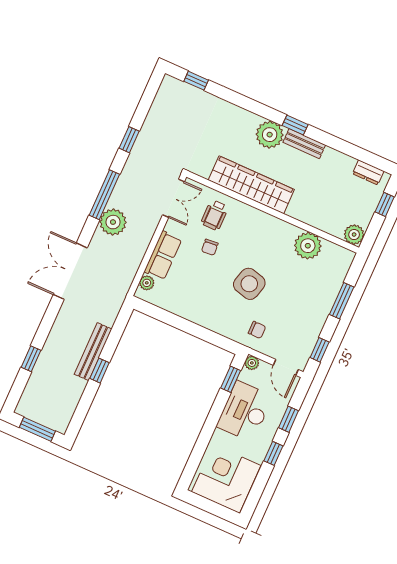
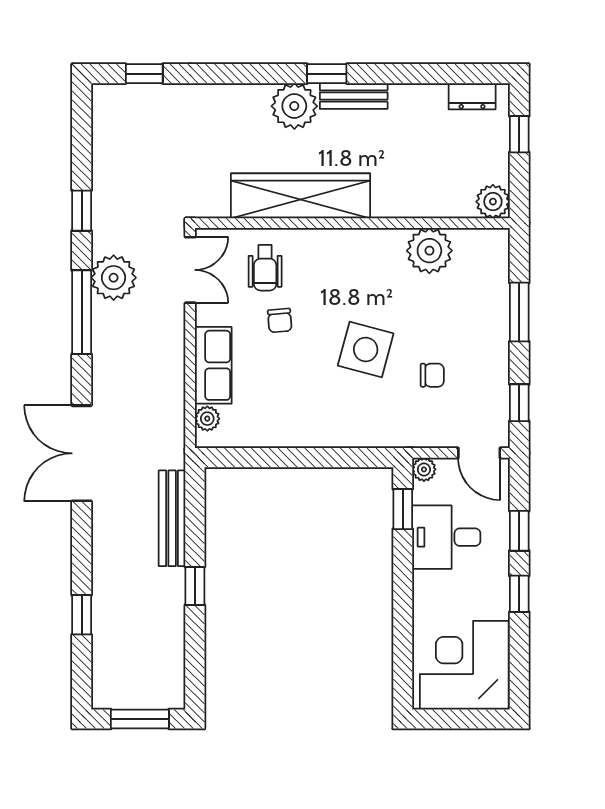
plant: (113, 222) -> (114, 278), moved
chair: (257, 330) -> (432, 375), moved
bench: (93, 352) -> (172, 518), moved
desk: (245, 411) -> (446, 537), width x0.73

